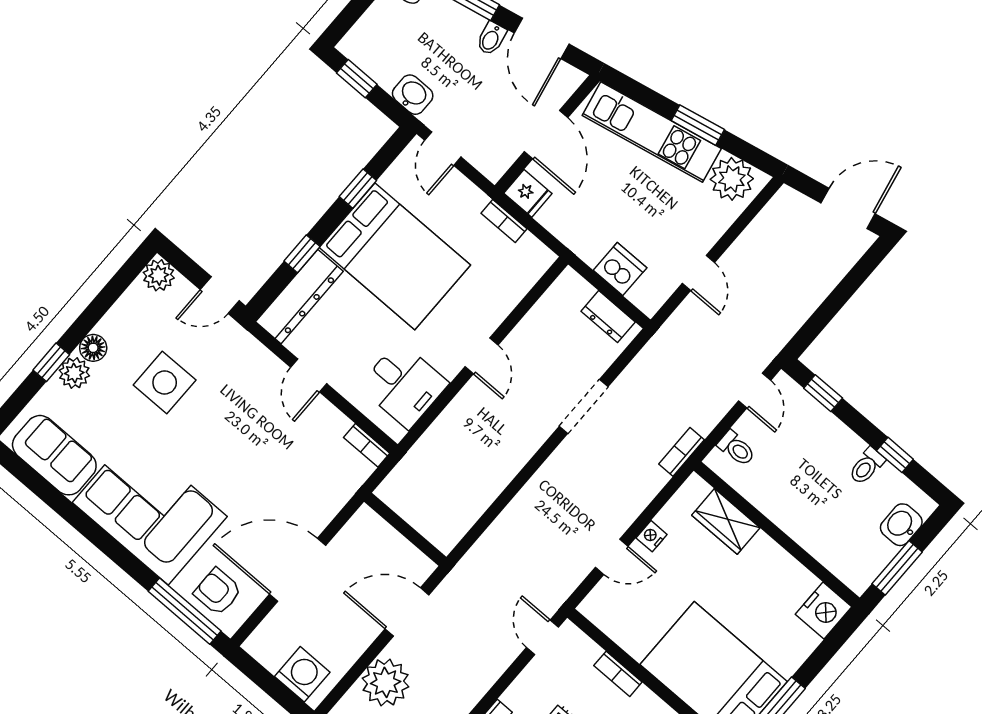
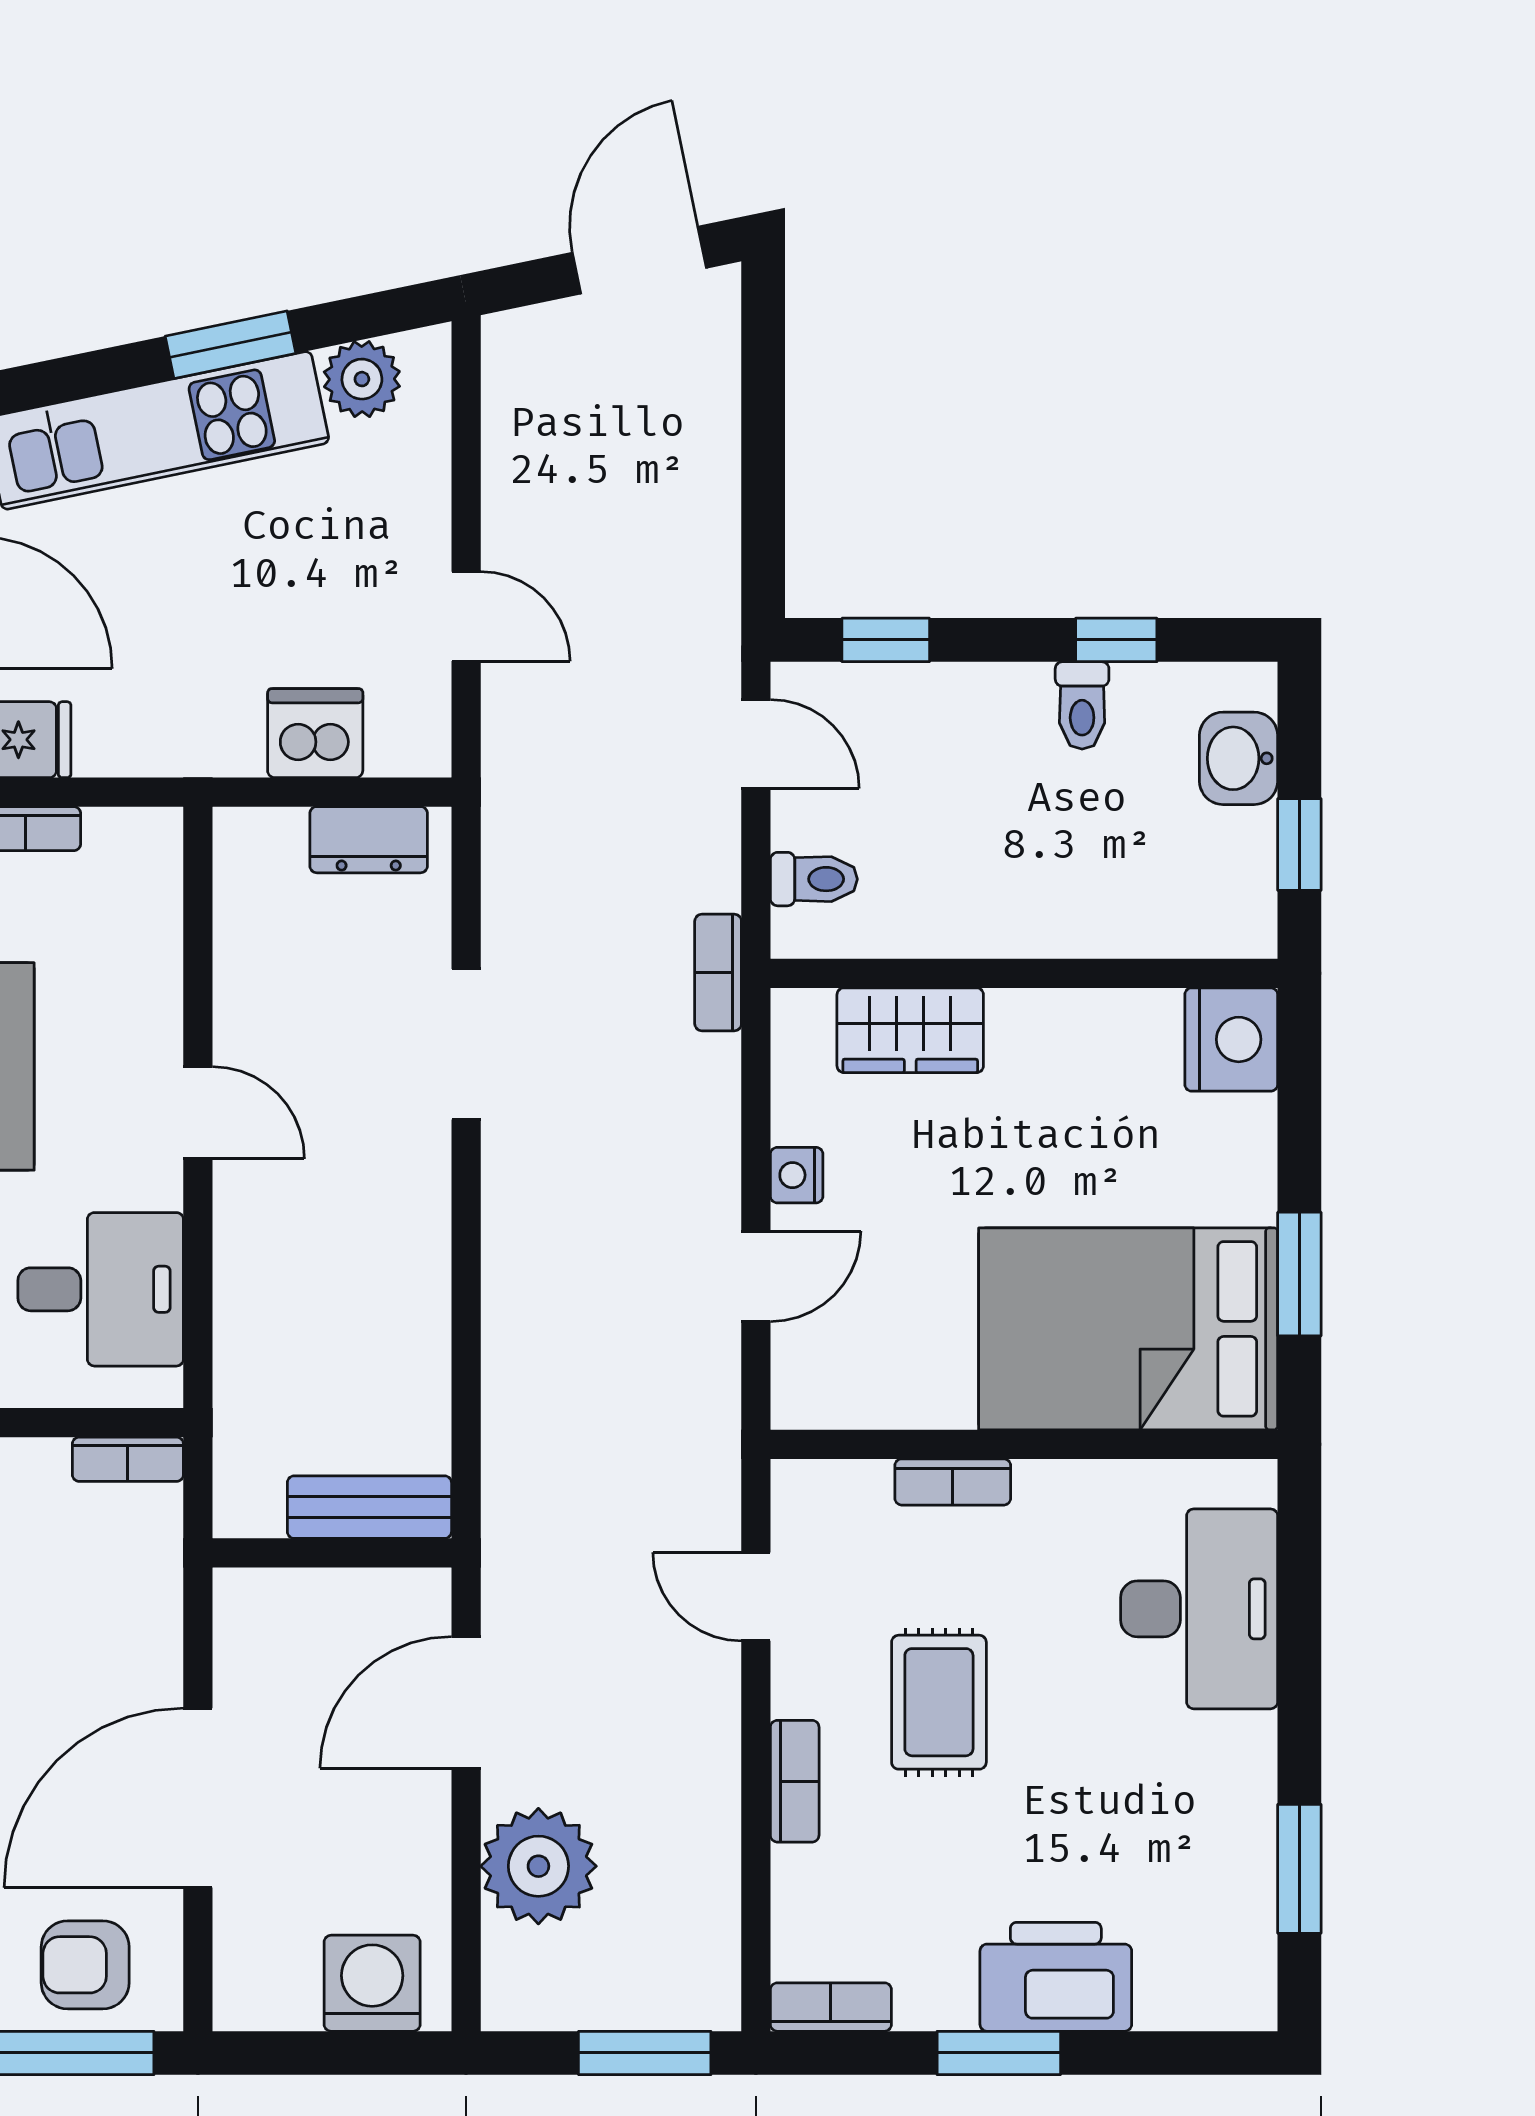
plant: (732, 179) -> (362, 379), width x0.73, depth x0.73
bench: (429, 525) -> (369, 1507), added
window: (897, 568) -> (1299, 844), width x0.67
door: (542, 637) -> (756, 1597), moved

